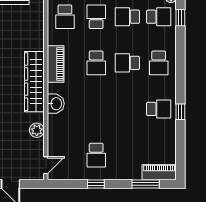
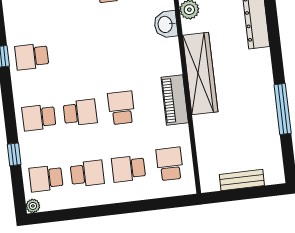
school desk: (96, 17) -> (128, 169), turned 90
window: (180, 18) -> (14, 154), moved
school desk: (159, 63) -> (39, 117), turned -90
washbasin: (56, 104) -> (166, 24), moved

